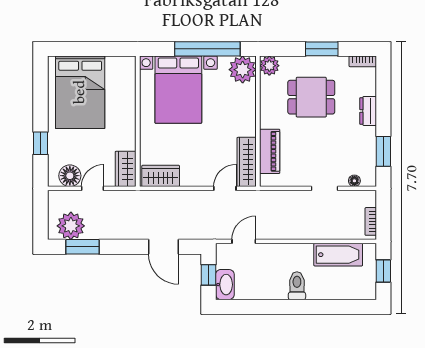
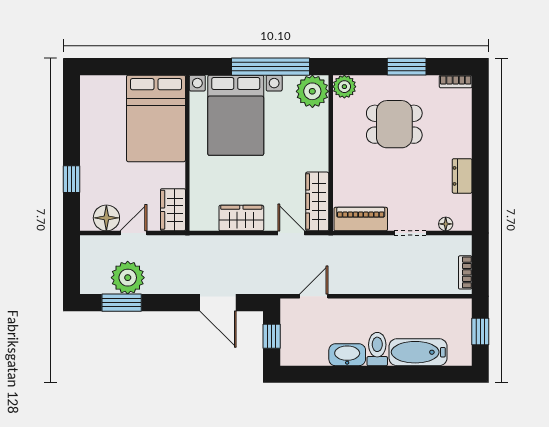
bed: (80, 92) -> (156, 118), moved
dresser: (368, 111) -> (462, 176), moved
piano: (270, 151) -> (361, 219), moved, turned -90
window: (383, 151) -> (480, 189), removed
wardrobe: (161, 176) -> (241, 218), moved
door: (225, 188) -> (291, 233), hinge flipped
plant: (71, 226) -> (128, 278), moved
bathtub: (338, 255) -> (418, 352), moved, turned 180
washbasin: (225, 285) -> (347, 355), moved, turned -90

